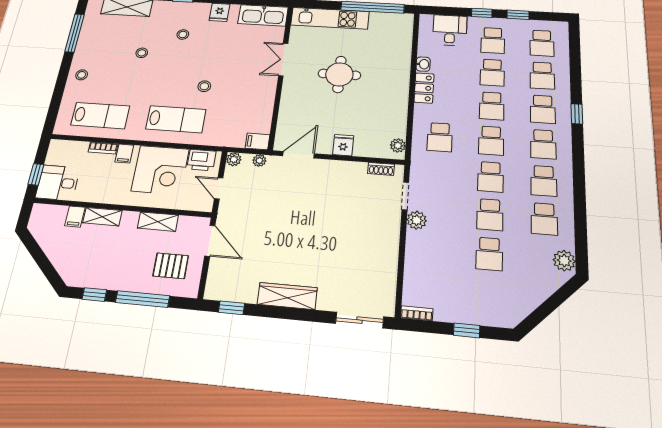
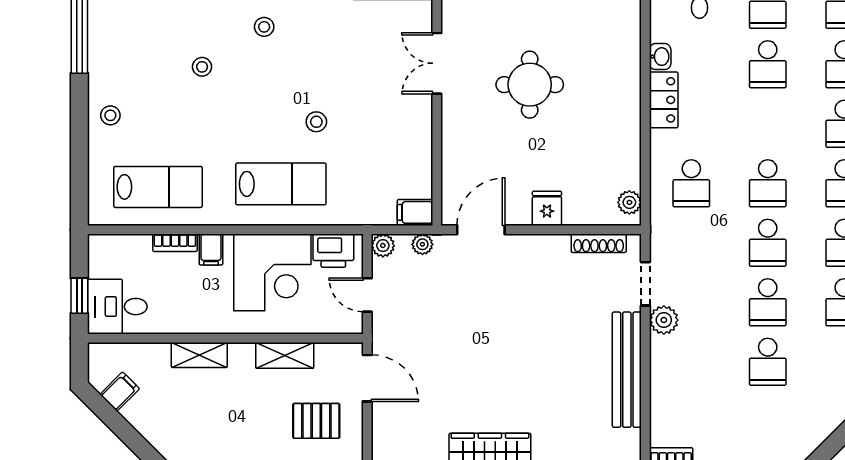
school desk: (492, 106) -> (768, 124), removed
shoe rack: (381, 169) -> (599, 243), width x1.43
filing cabinet: (75, 217) -> (120, 392), moved, turned -135
bench: (389, 251) -> (627, 370), added

